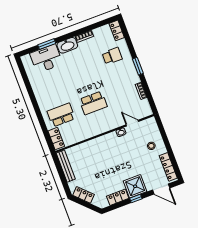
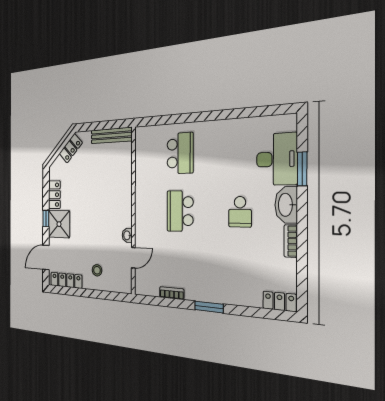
school desk: (112, 56) -> (240, 212), moved
locker: (56, 139) -> (150, 134), removed

